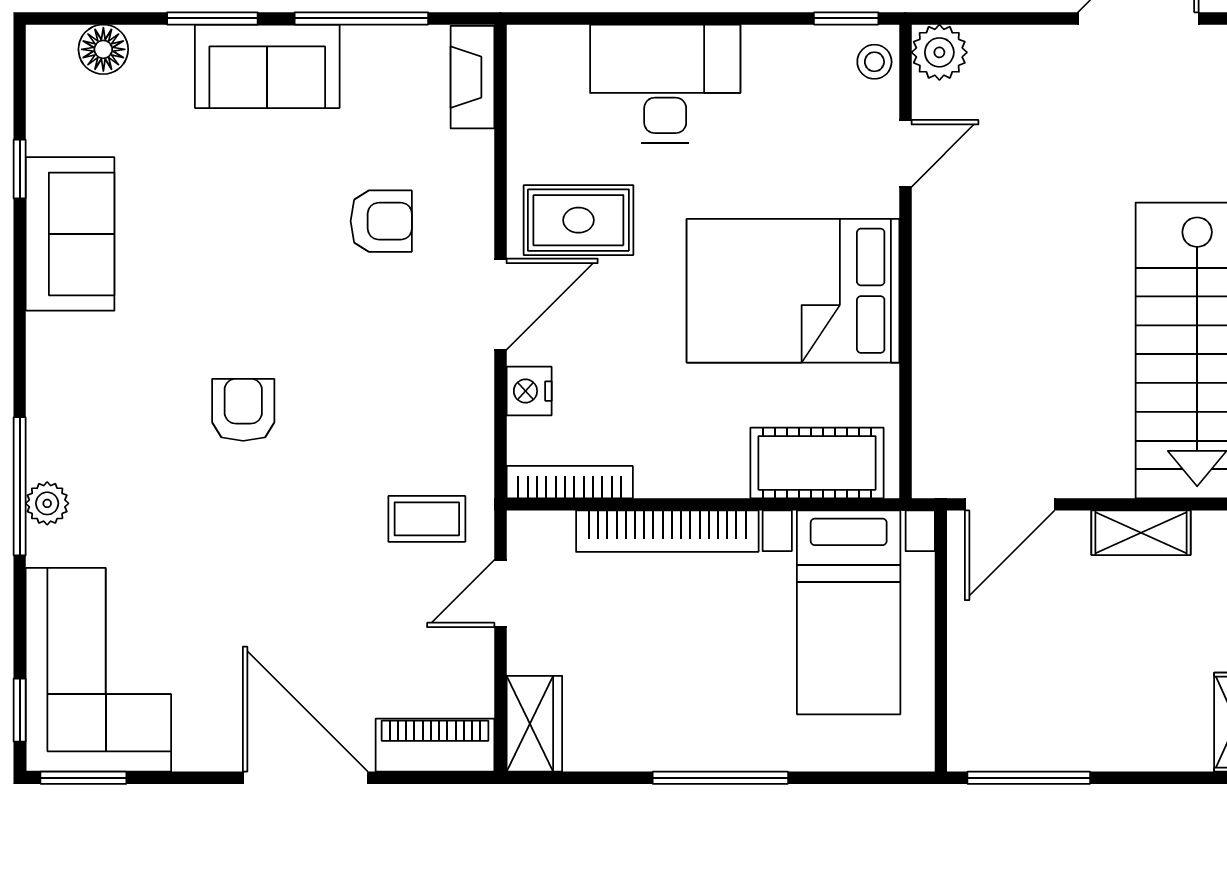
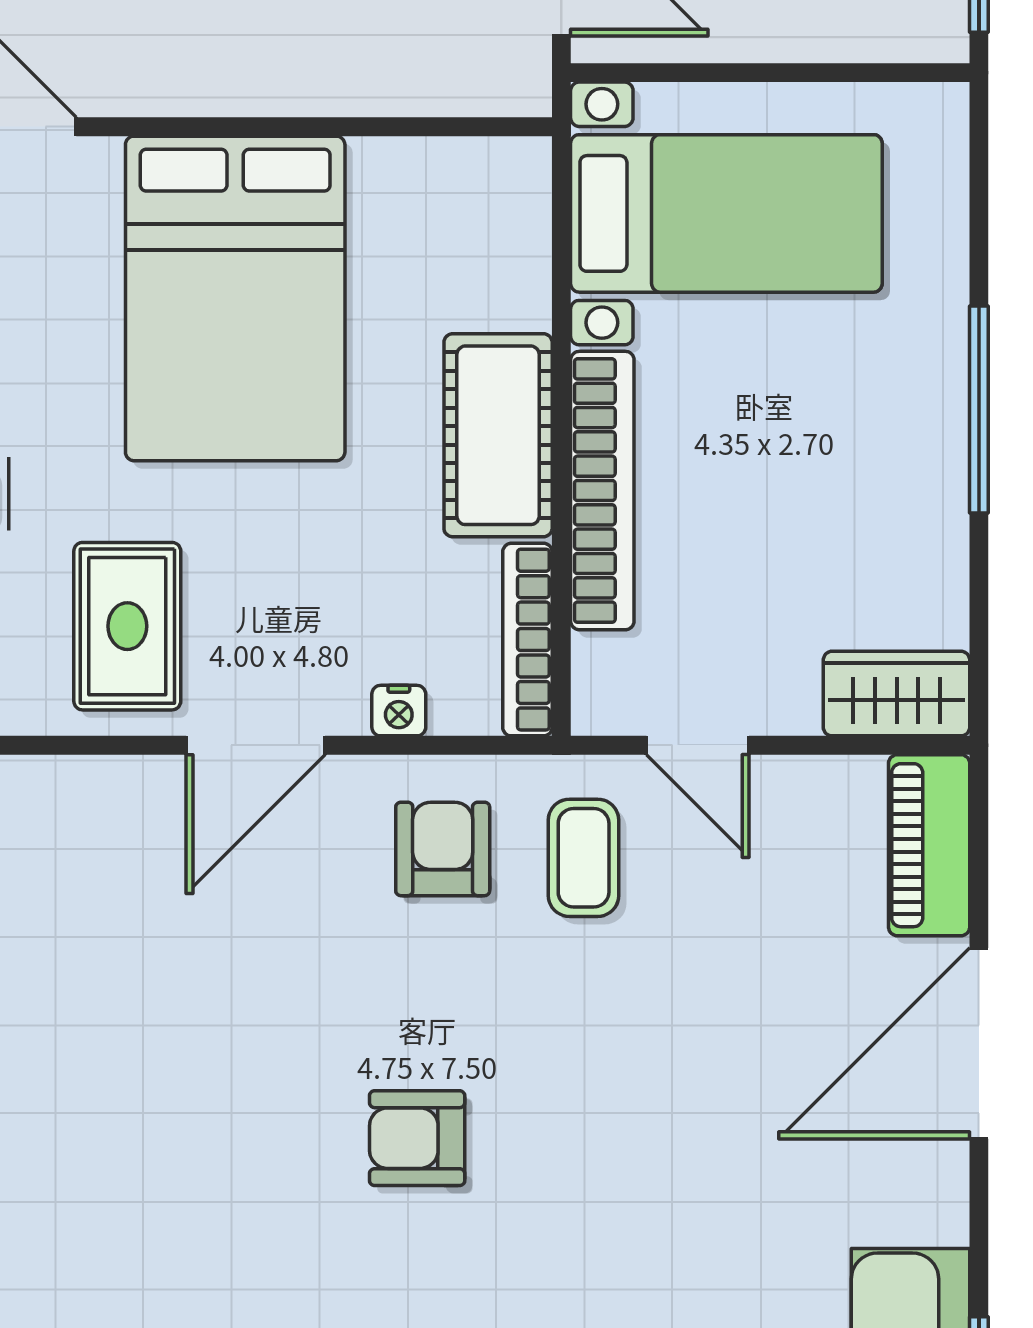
armchair: (381, 221) -> (443, 849), moved
door: (500, 304) -> (256, 745), swing flipped
nightstand: (529, 391) -> (399, 711), width x0.72, depth x0.74
cot: (817, 463) -> (498, 435), moved

